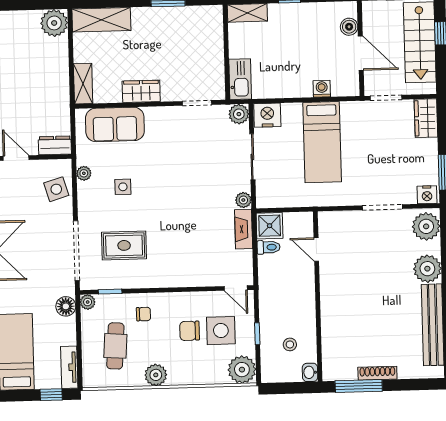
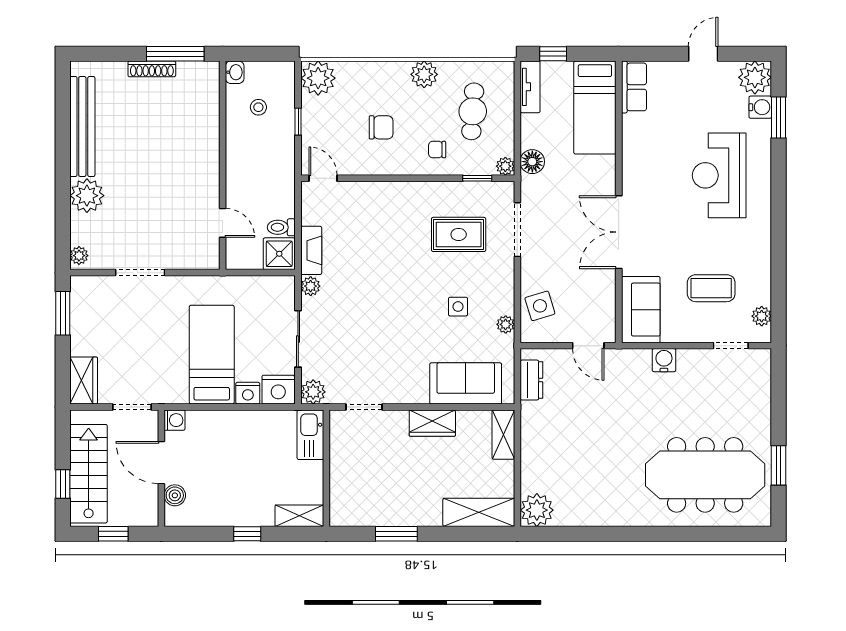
washing machine: (322, 89) -> (175, 420), moved, turned -90
dresser: (55, 145) -> (531, 380), moved, turned -90
nightstand: (427, 195) -> (248, 393), moved, turned 180
plant: (426, 226) -> (79, 256), width x0.53, depth x0.53
doorway: (76, 251) -> (517, 230), width x0.73
side table: (221, 331) -> (343, 127), removed

